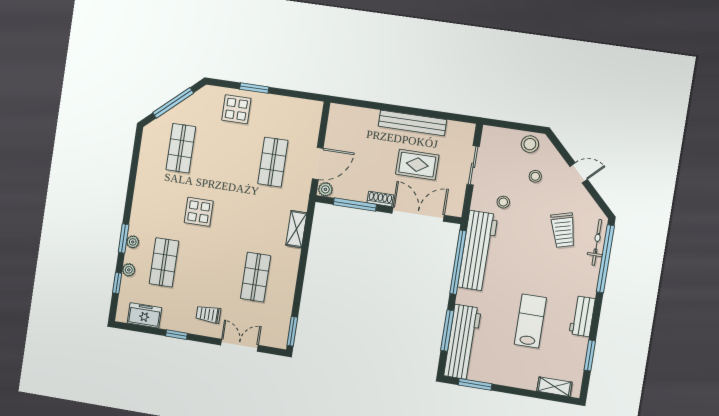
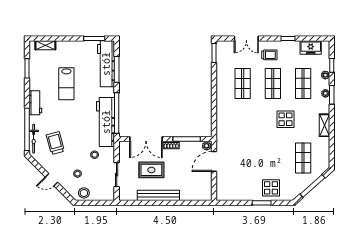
shop shelf: (273, 162) -> (273, 83), moved
shelving: (296, 229) -> (324, 125), moved
workbench: (582, 316) -> (35, 103), moved

